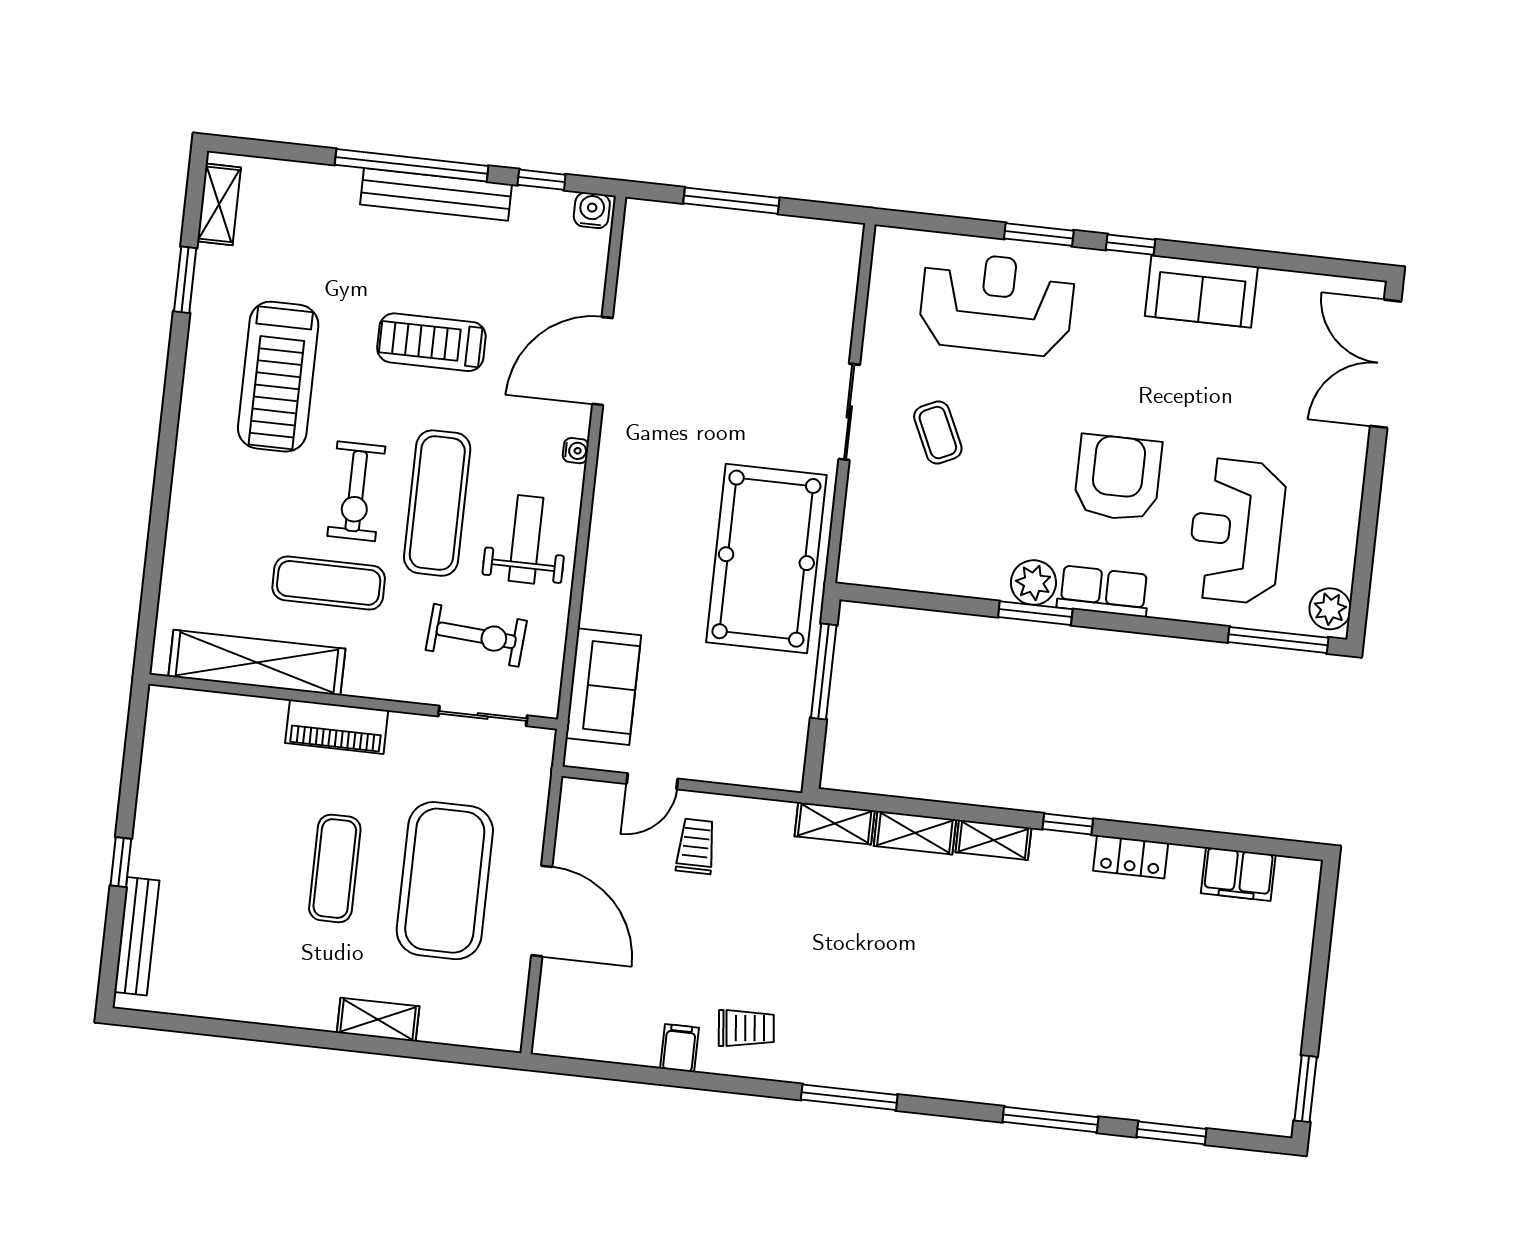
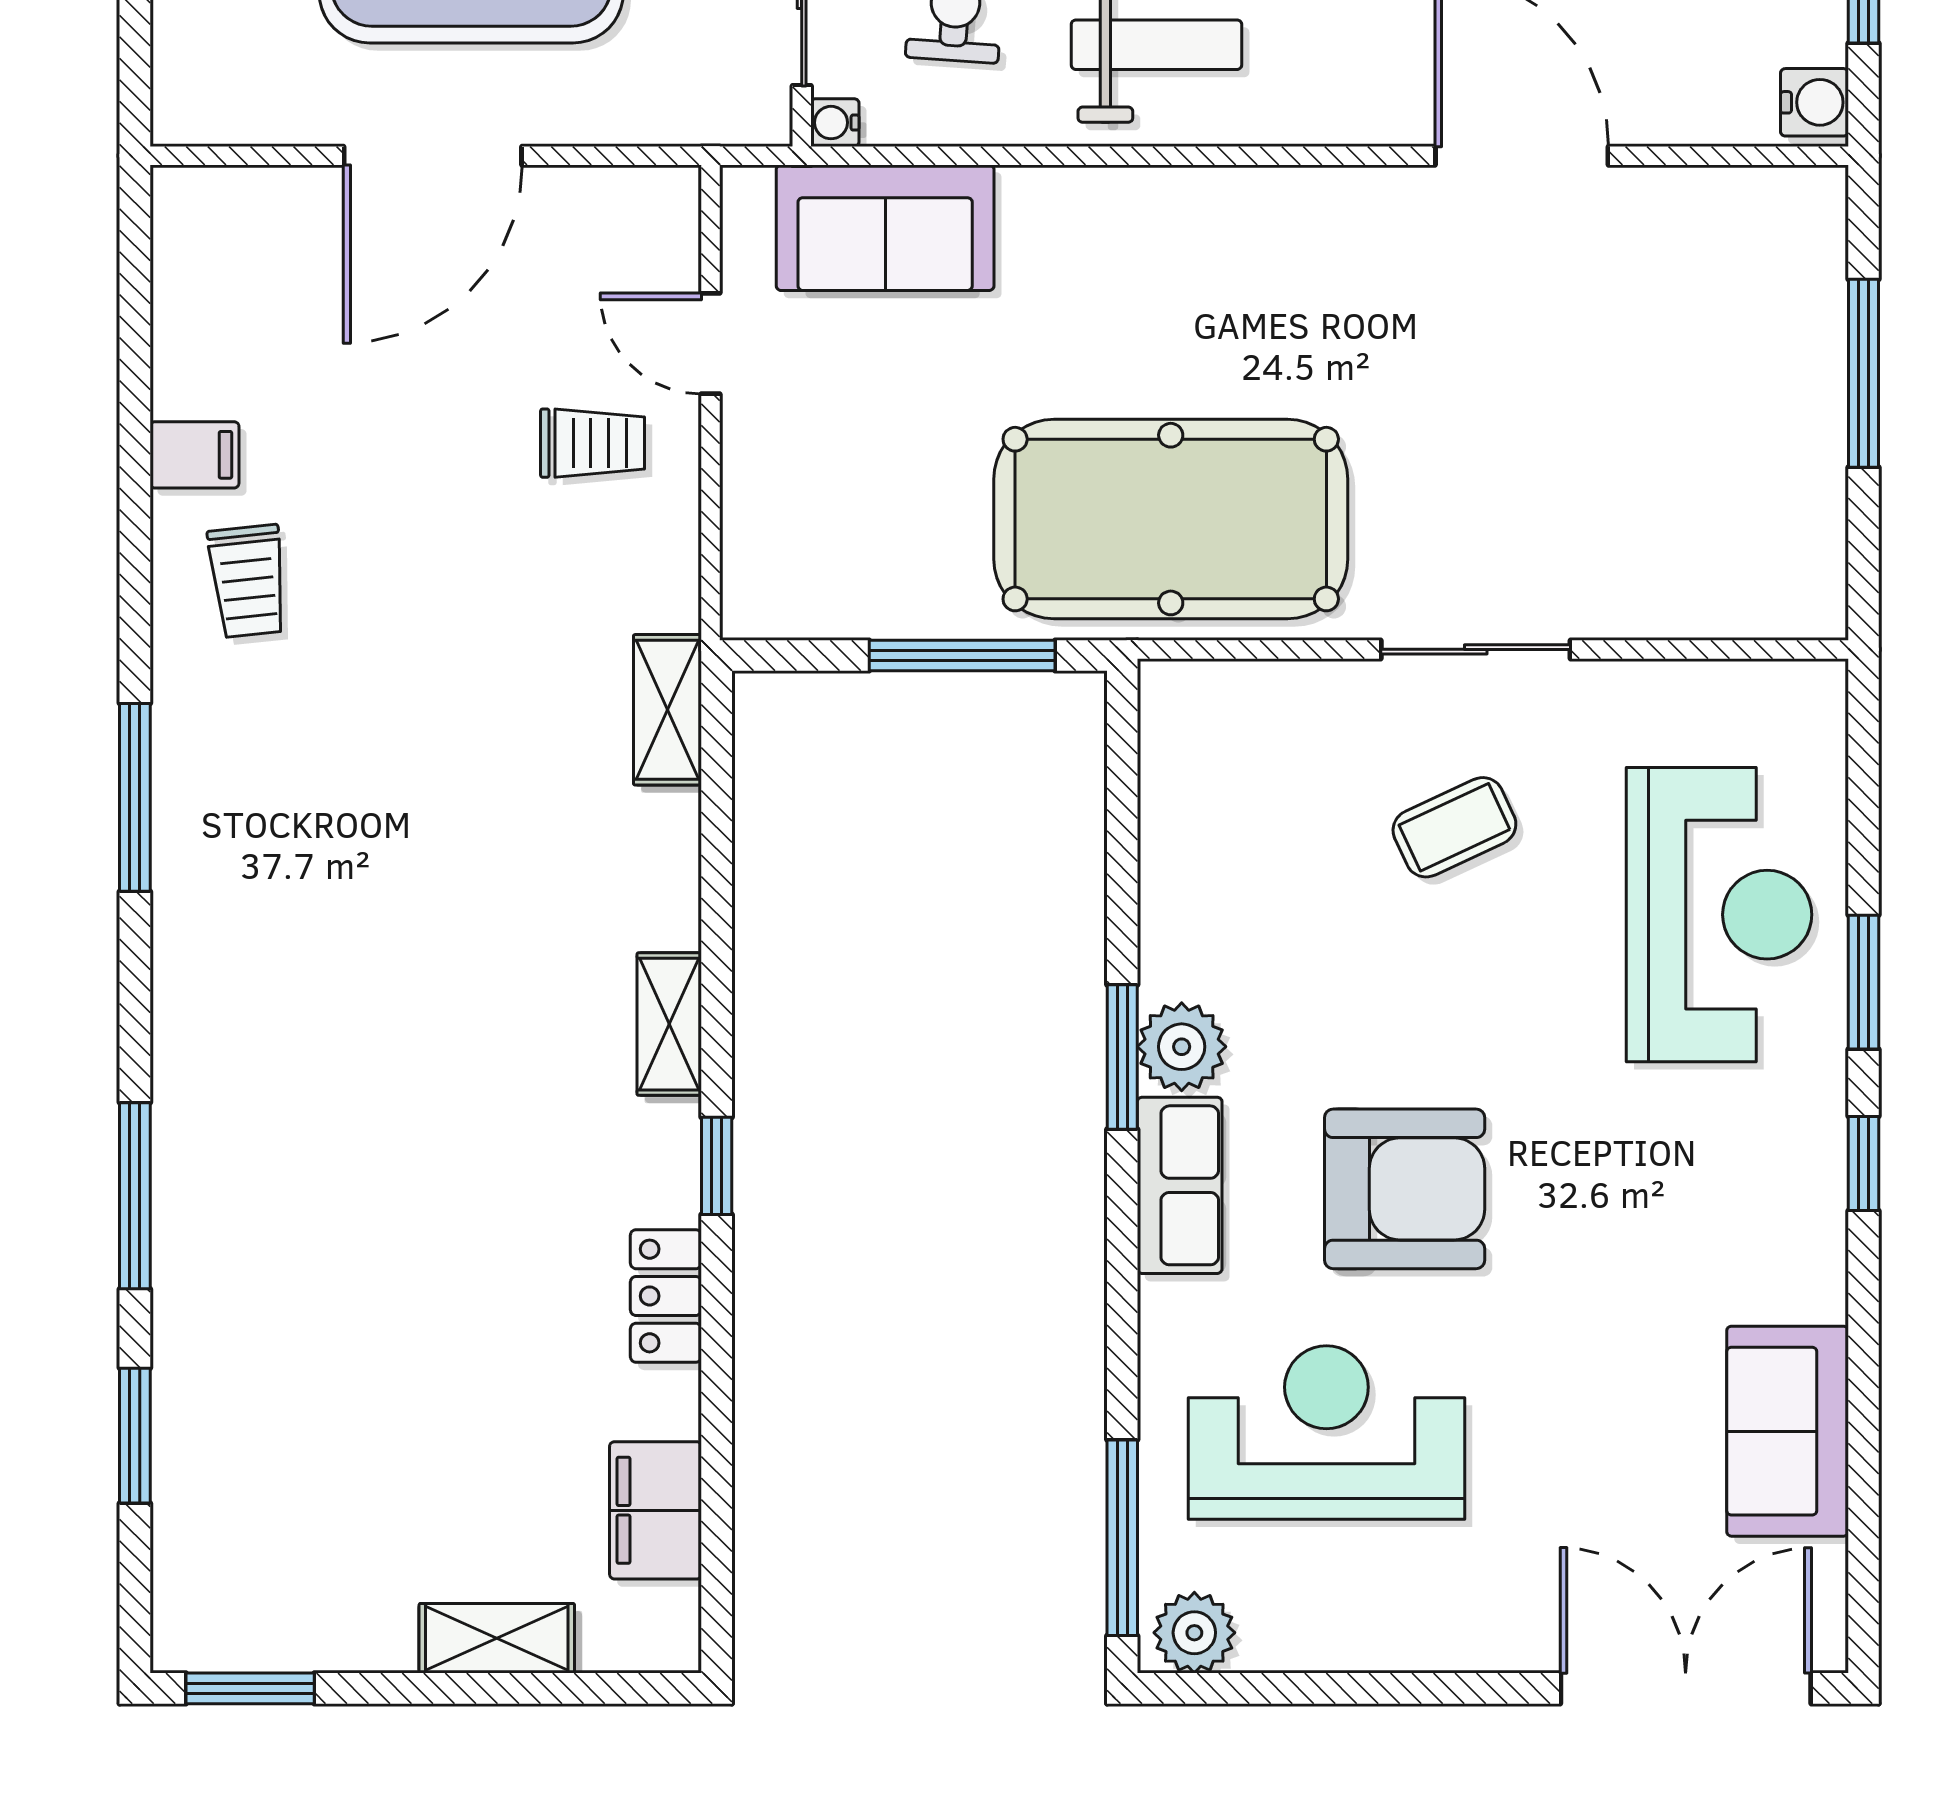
sofa: (1201, 291) -> (1788, 1431), moved
water cooler: (576, 451) -> (835, 123), moved, turned 90
shelving: (915, 833) -> (497, 1638), moved, turned 90

